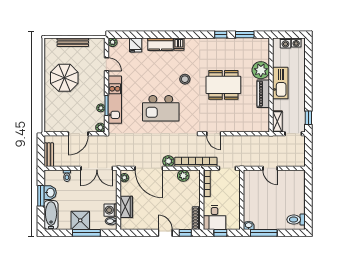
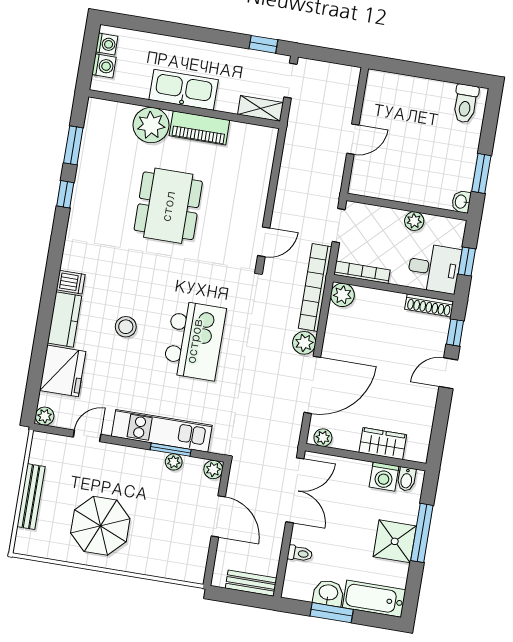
fridge: (136, 45) -> (63, 371), width x1.88, depth x1.34
stool: (185, 79) -> (126, 327), moved
plant: (183, 176) -> (342, 295), moved
plant: (236, 204) -> (414, 221), added
window: (264, 233) -> (481, 173), width x0.69

